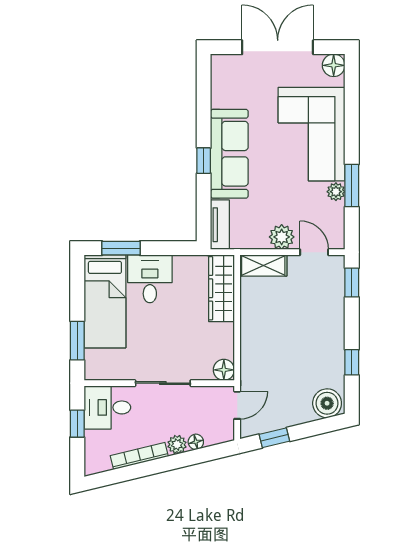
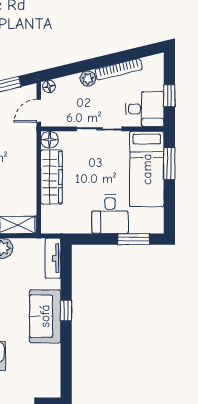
sofa: (229, 154) -> (45, 316), width x0.73
wardrobe: (221, 288) -> (52, 177), moved
bed: (105, 301) -> (147, 169), moved, turned 180
floor lamp: (196, 442) -> (49, 86), moved

